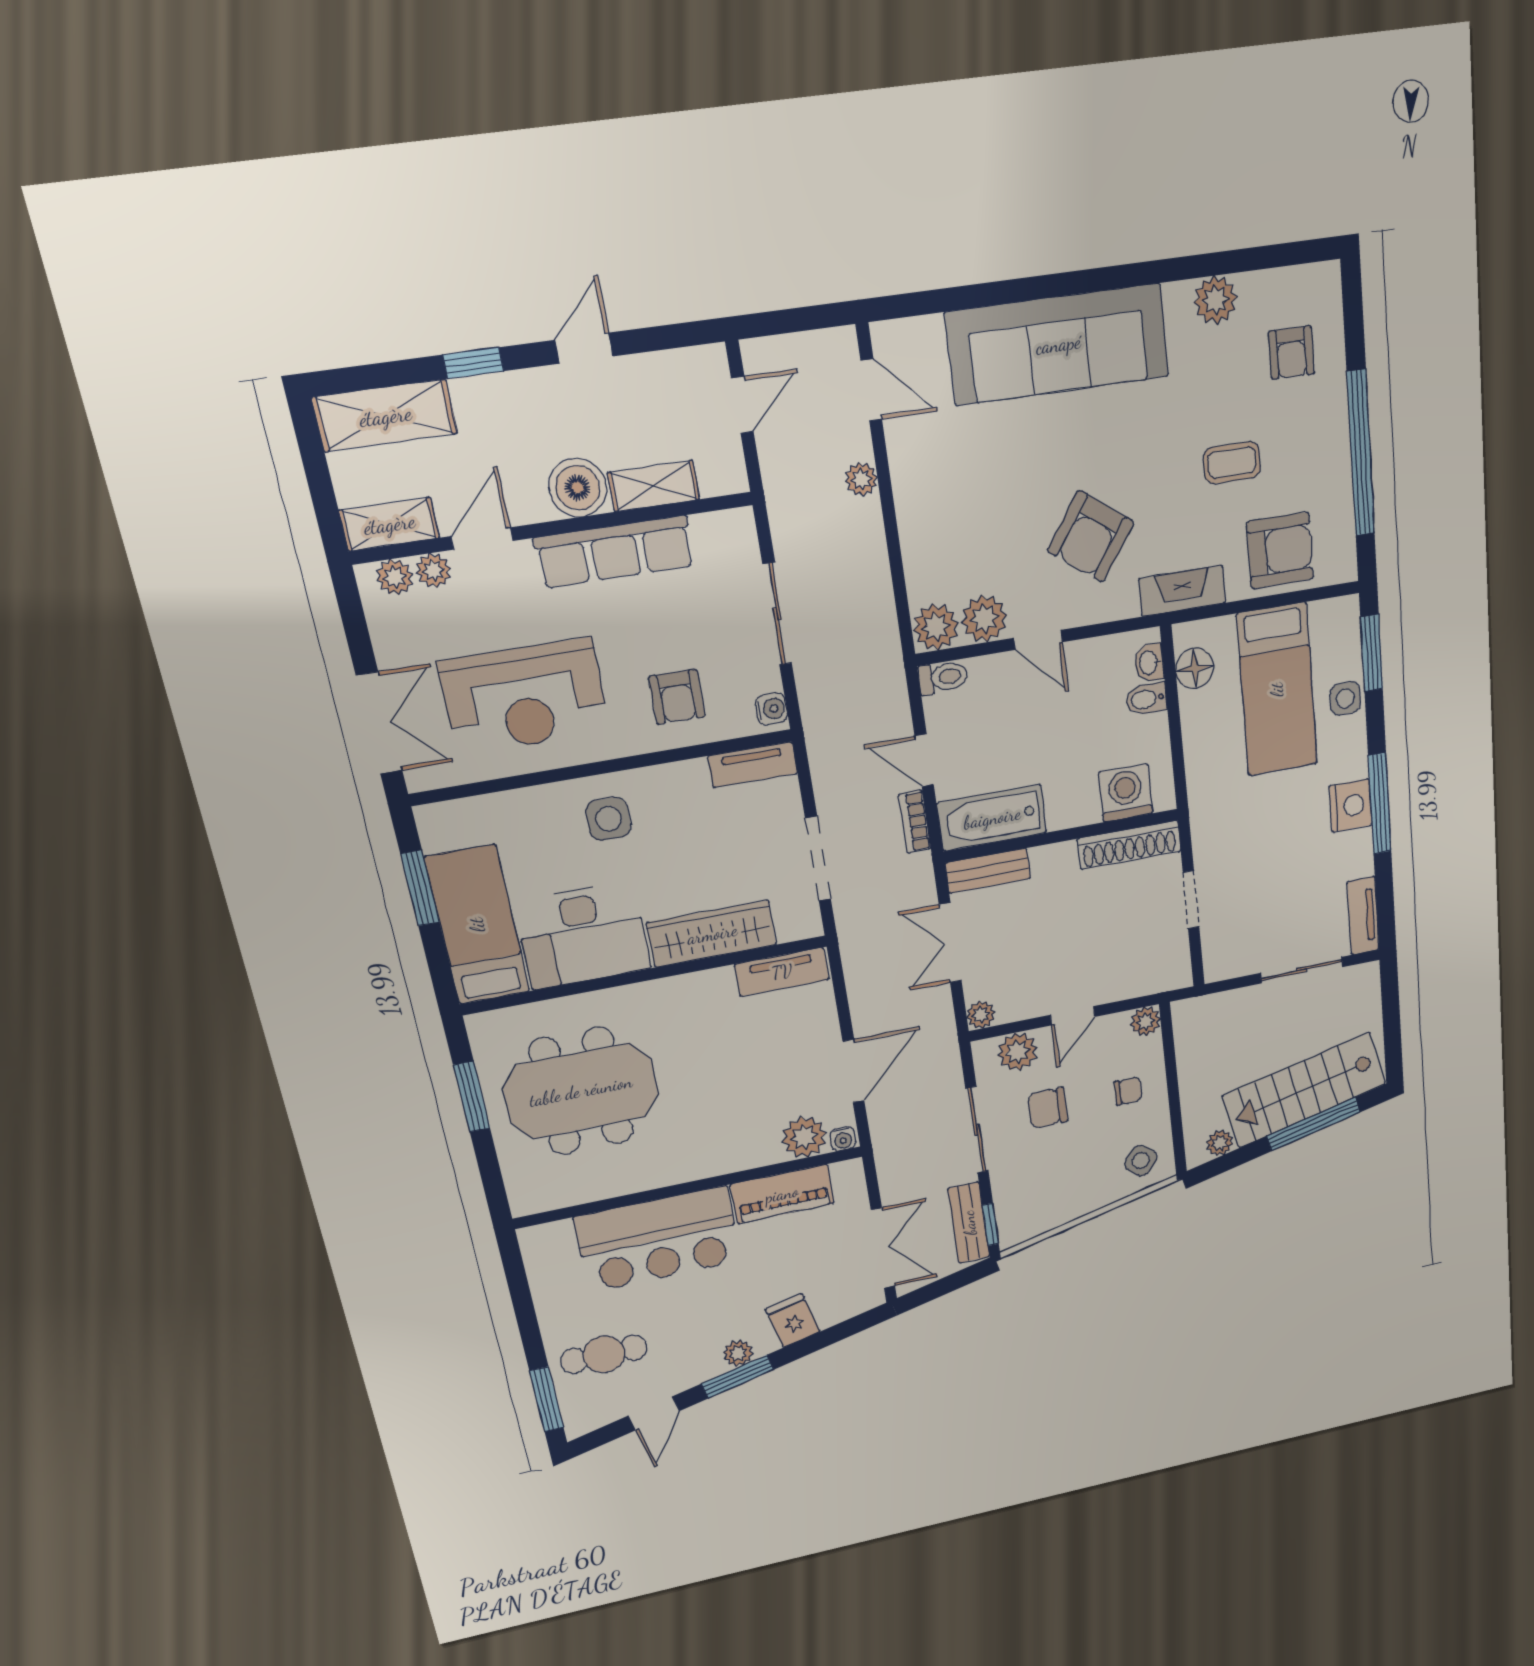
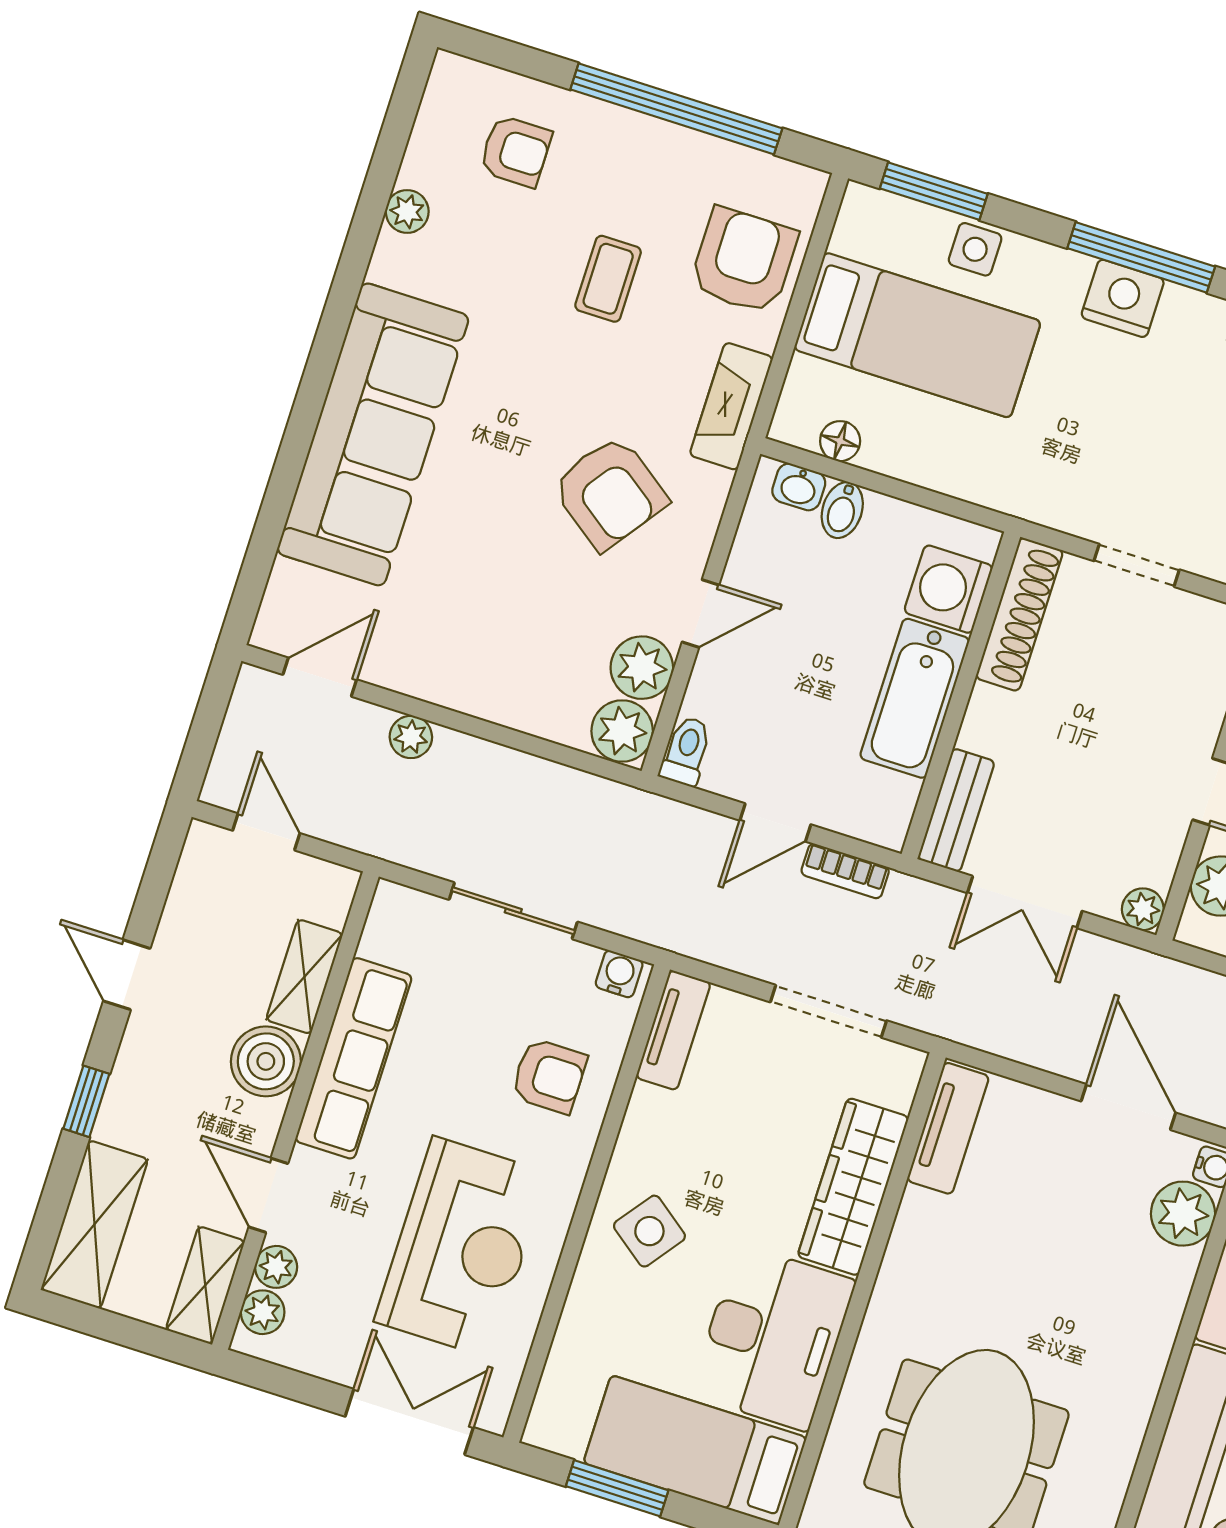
plant: (1215, 300) -> (407, 211), width x0.73, depth x0.73
floor lamp: (1195, 668) -> (840, 441), width x0.73, depth x0.73
bathtub: (992, 818) -> (915, 698), moved
side table: (608, 819) -> (649, 1231), turned 37

